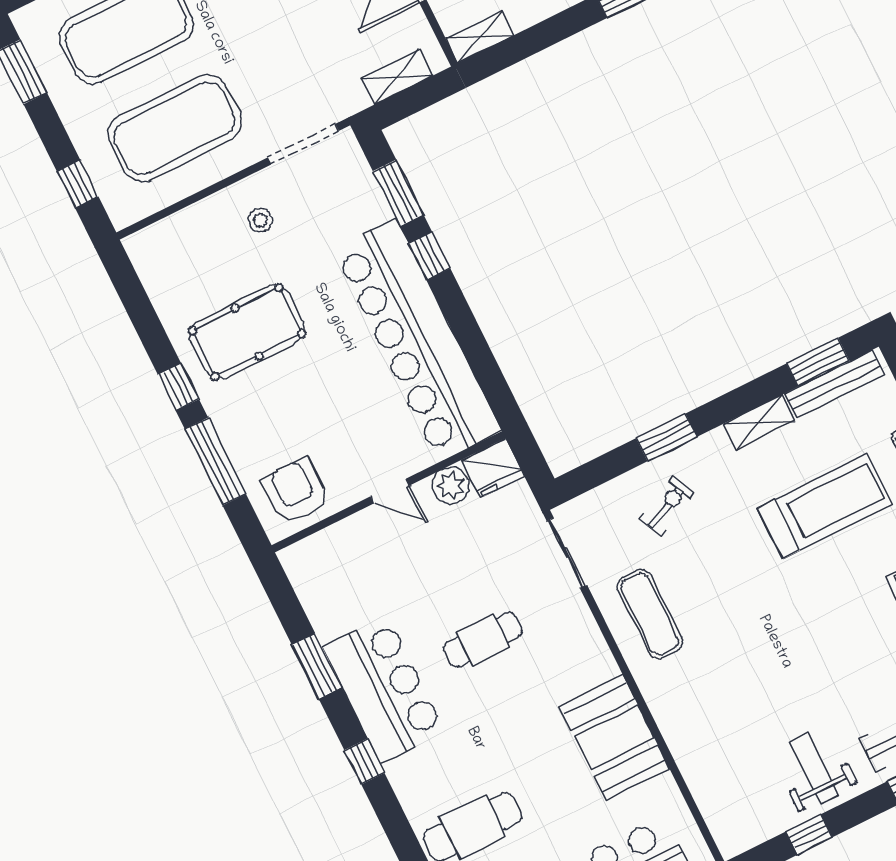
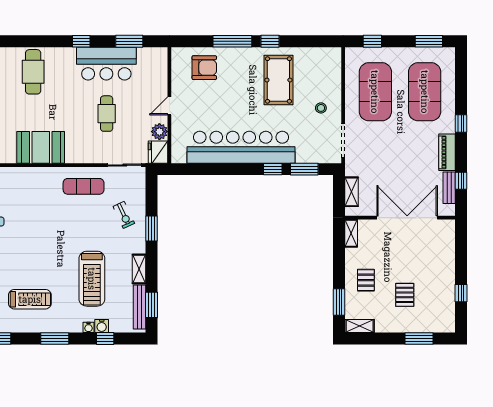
fridge: (493, 468) -> (158, 152), moved
plant: (451, 485) -> (159, 132), moved
door: (390, 491) -> (169, 106), moved
wall: (388, 492) -> (169, 105), moved

